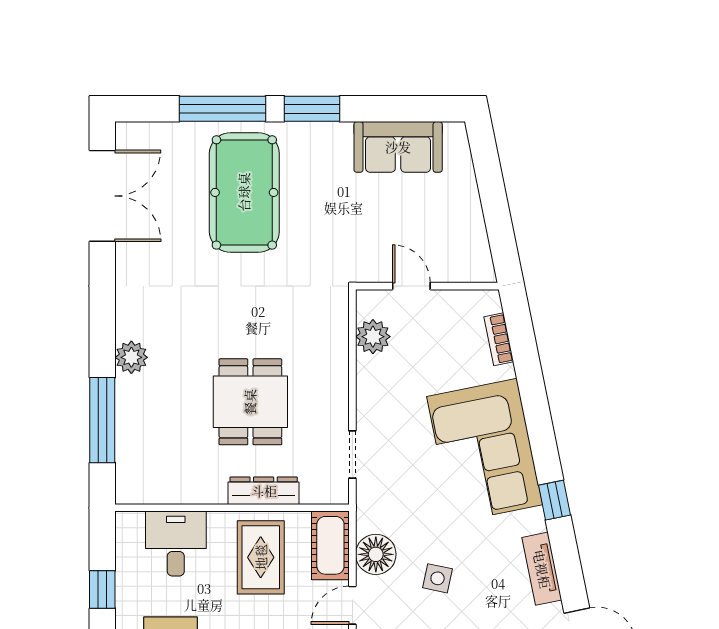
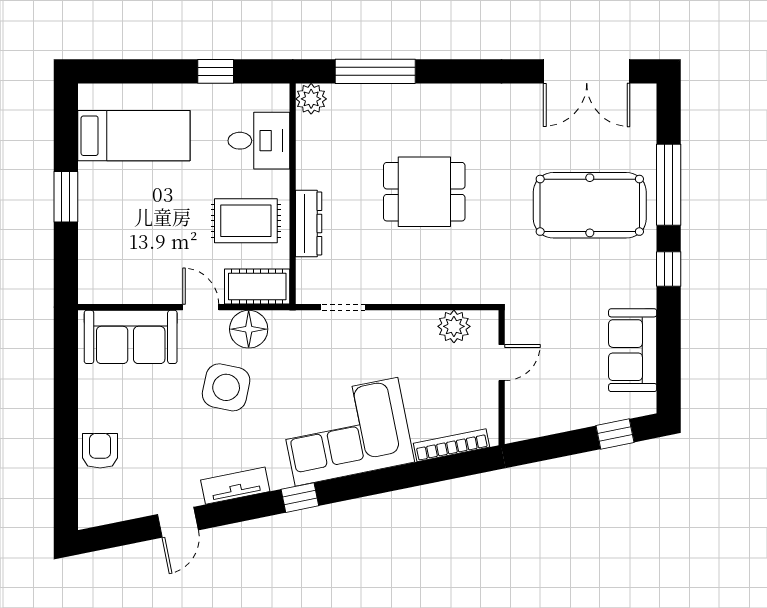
window: (312, 109) -> (669, 269), width x0.67
window: (487, 166) -> (615, 434), added
bookcase: (499, 339) -> (451, 445), width x1.56
plant: (131, 357) -> (311, 99), moved
dining table: (250, 402) -> (424, 192), moved
side table: (438, 578) -> (226, 387), width x1.87, depth x1.87

